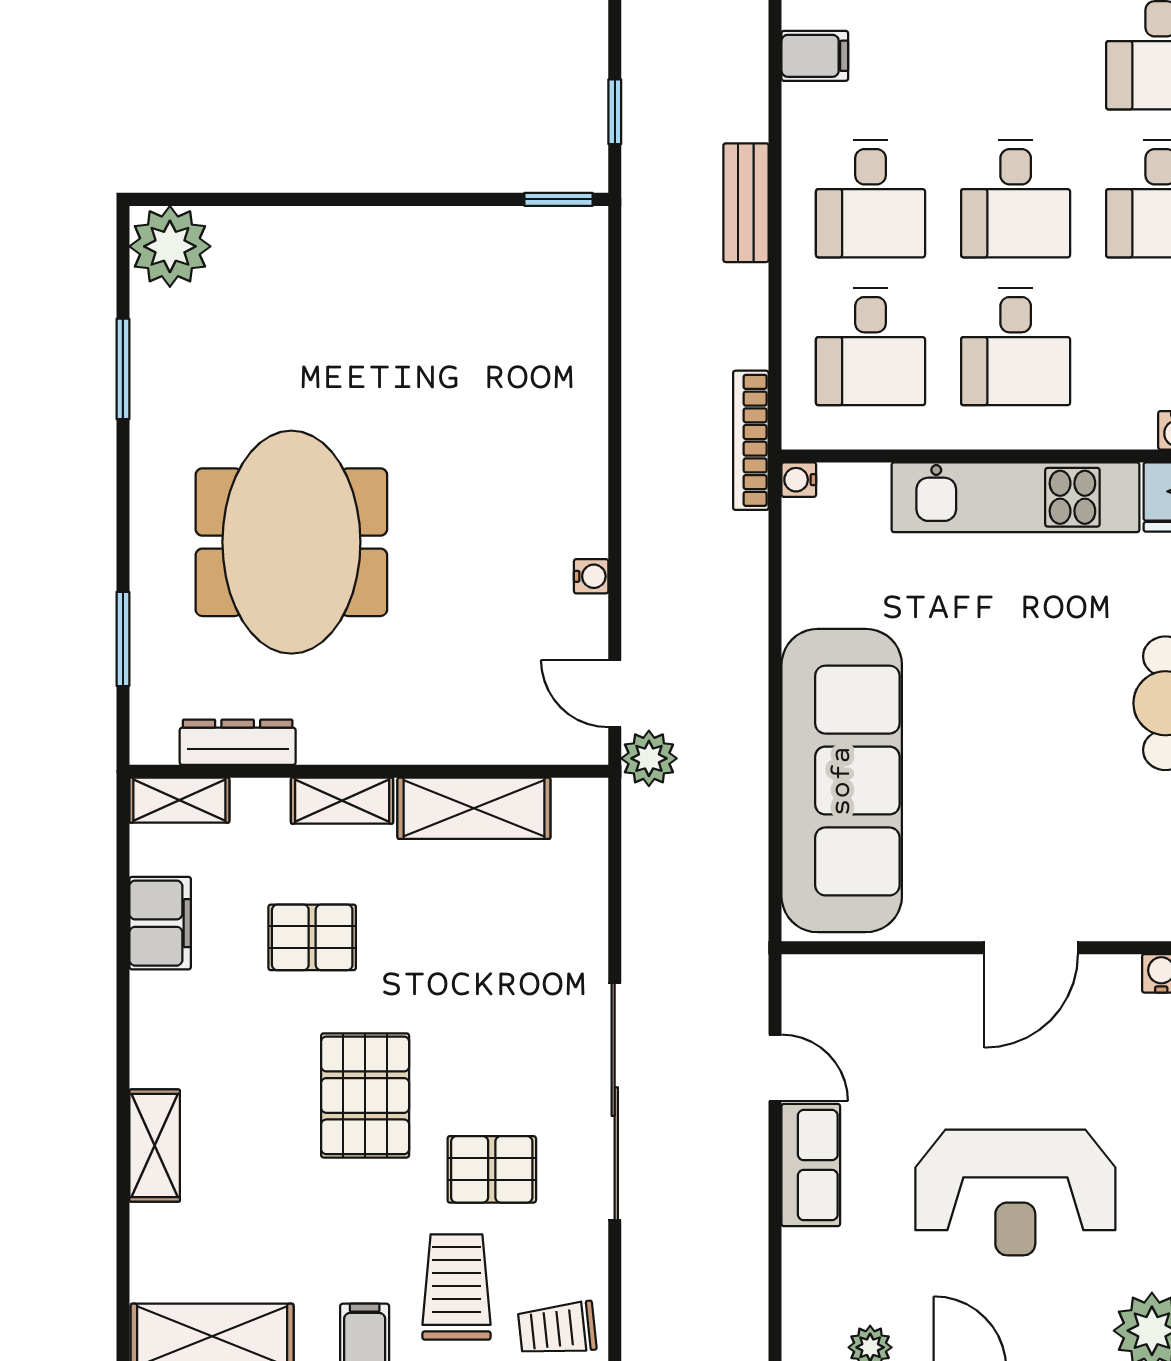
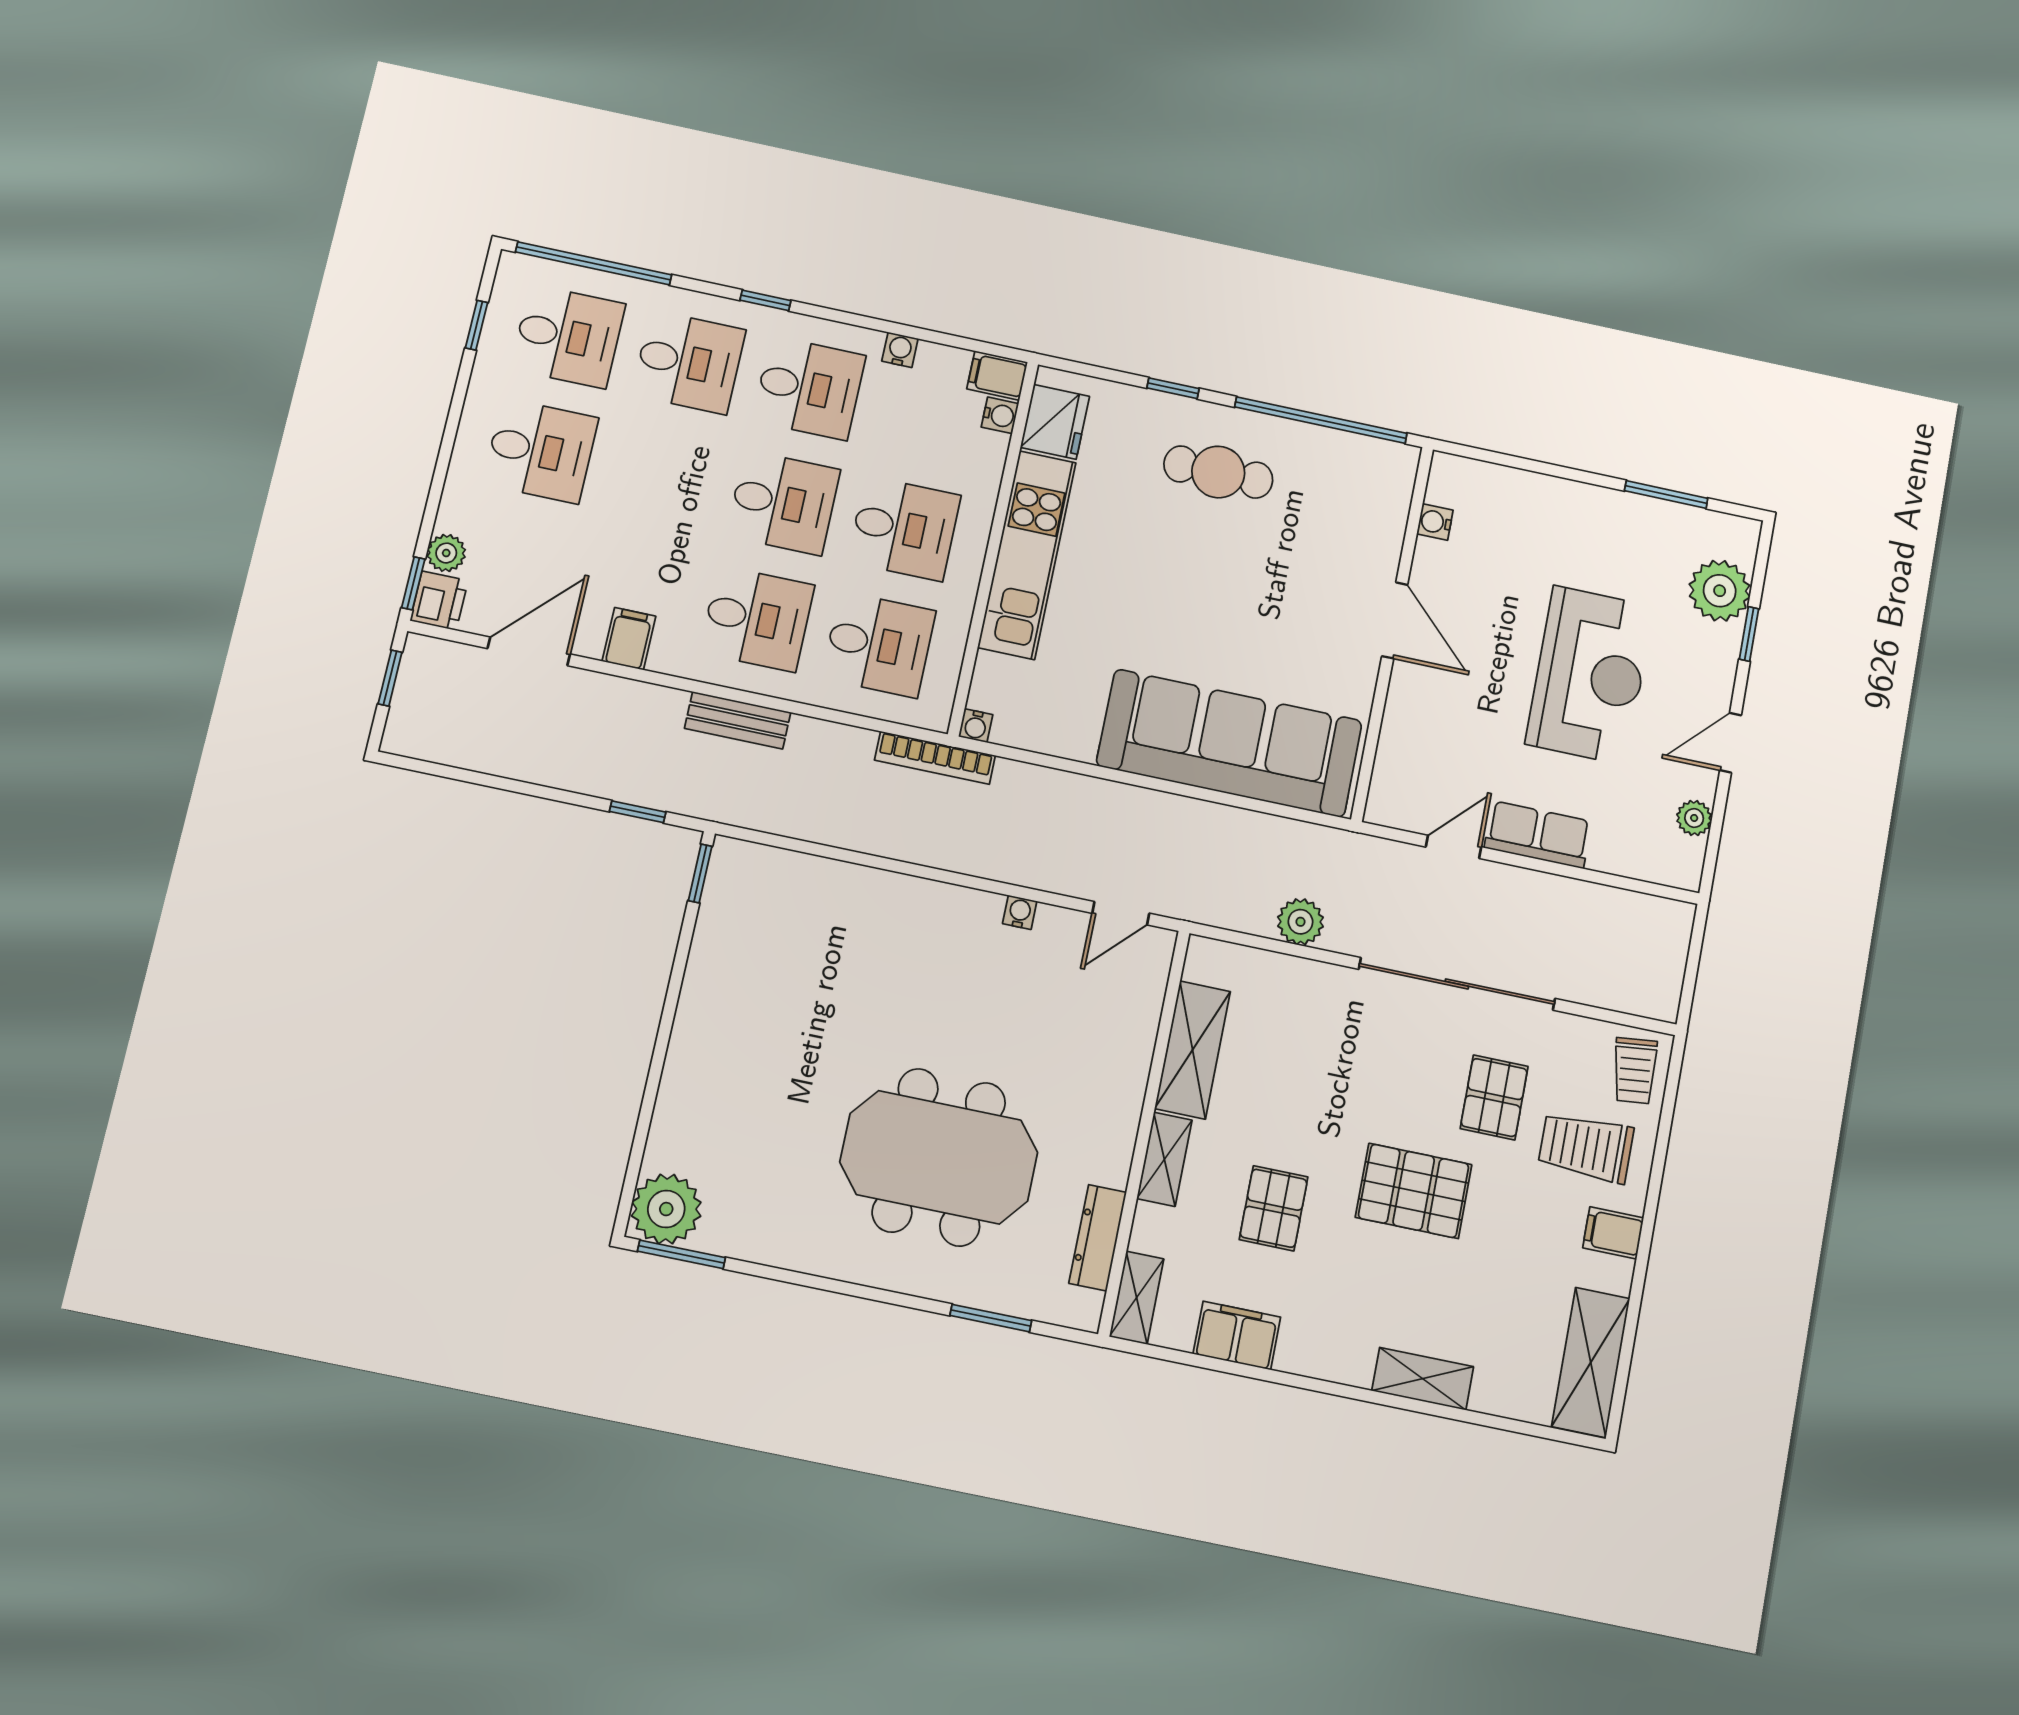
window: (123, 369) -> (682, 1254), moved
plant: (649, 758) -> (1300, 922), moved

